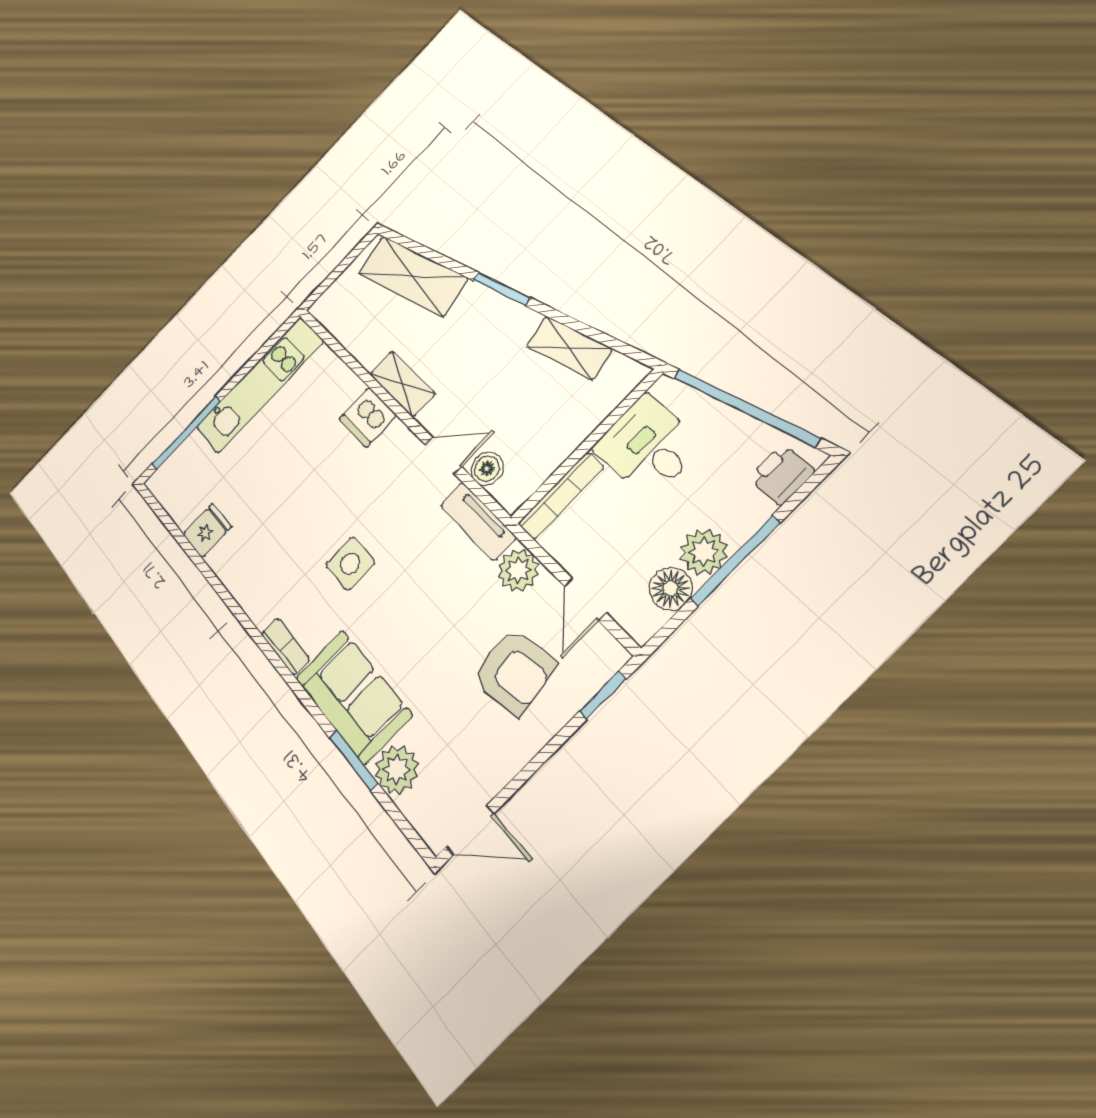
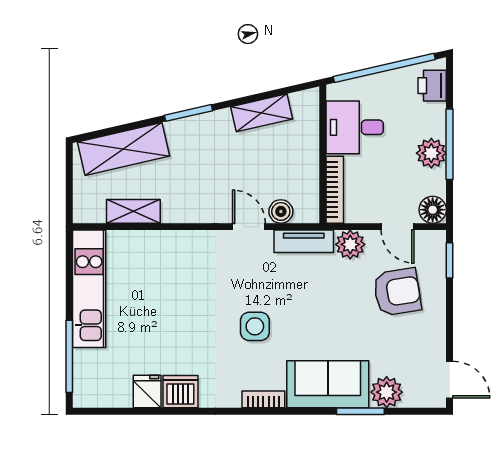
shelving: (402, 384) -> (133, 211), moved
dishwasher: (368, 417) -> (180, 392), moved, turned 180
door: (443, 456) -> (249, 227), hinge flipped
floor lamp: (671, 589) -> (433, 210), moved
door: (470, 830) -> (450, 380), hinge flipped

